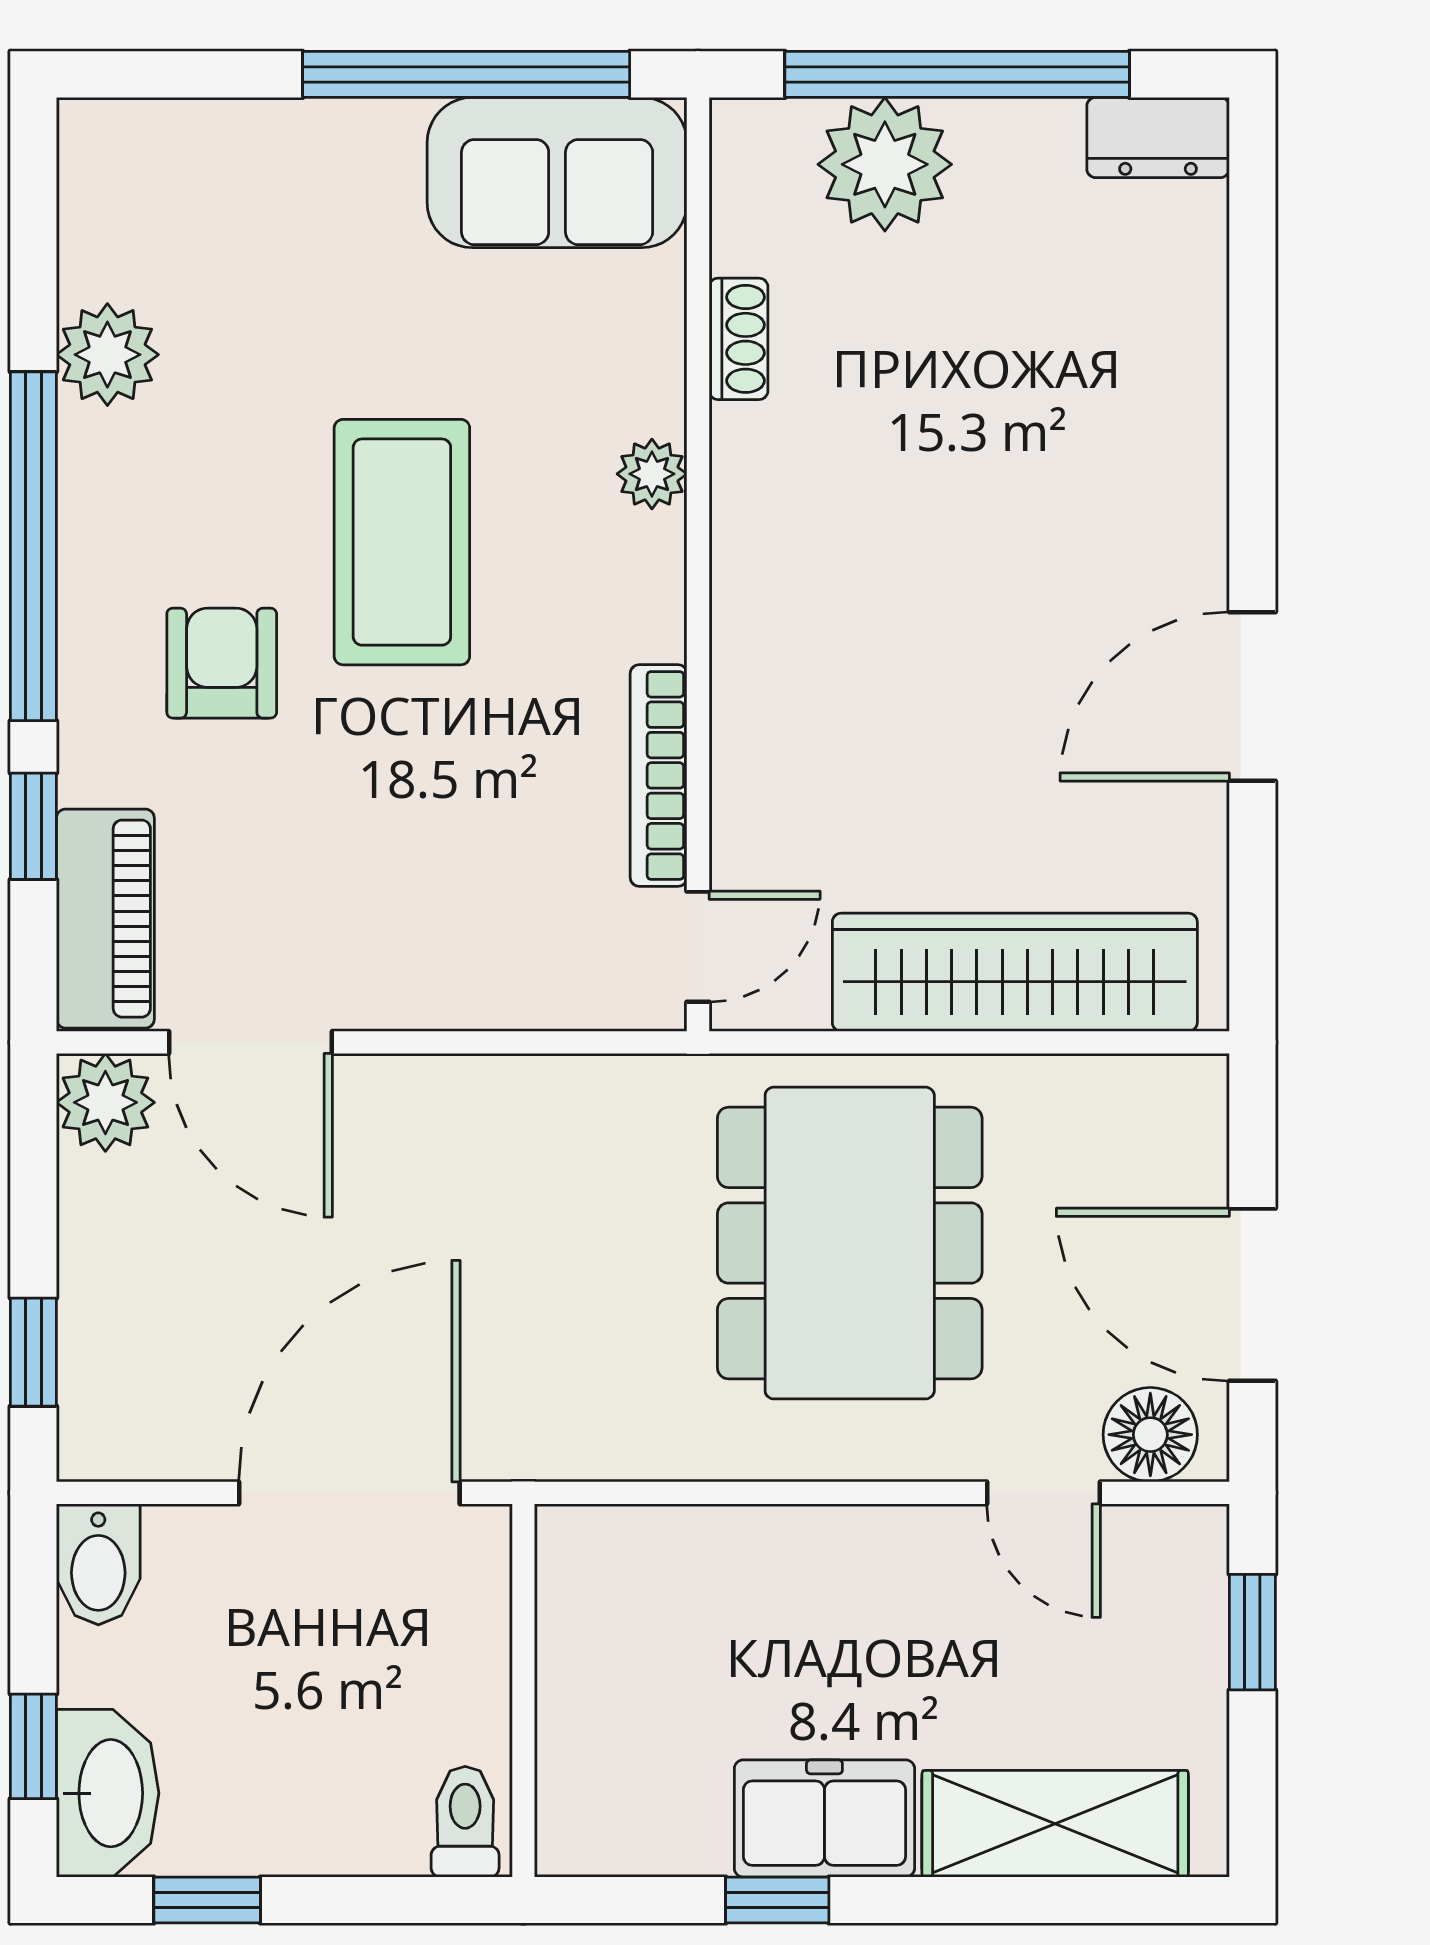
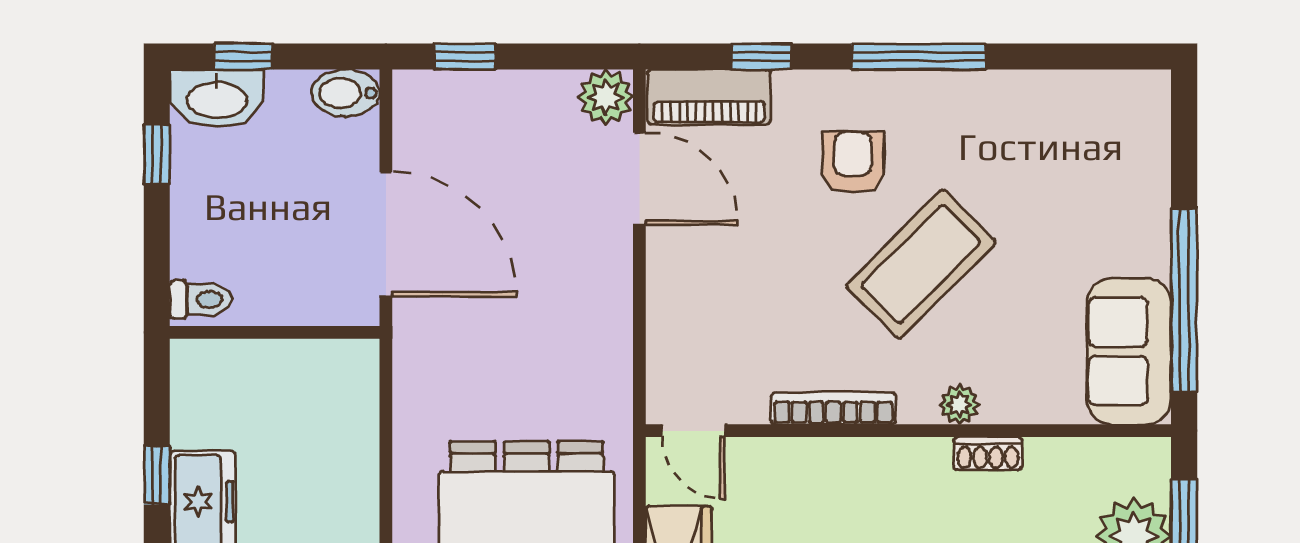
shoe rack: (738, 339) -> (988, 453), moved
plant: (107, 355) -> (1027, 98), removed
coffee table: (402, 542) -> (921, 264), turned -45
window: (33, 546) -> (919, 57), width x0.68
armchair: (222, 663) -> (853, 163), turned -90
bookcase: (659, 775) -> (833, 408), moved
door: (250, 1042) -> (639, 179), swing flipped

